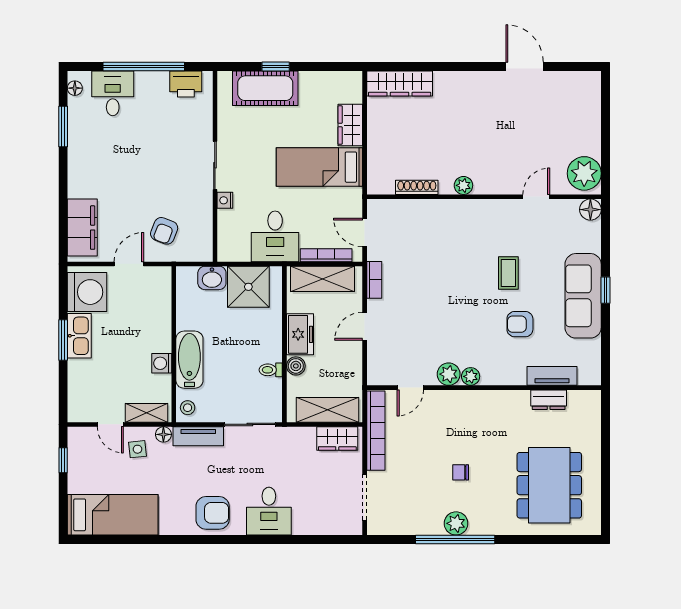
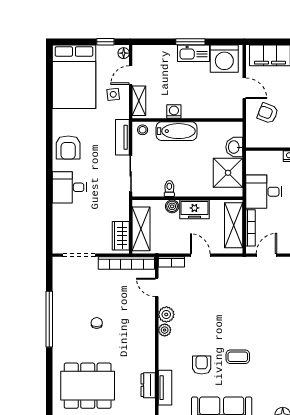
bookcase: (374, 280) -> (171, 262), moved
floor lamp: (163, 434) -> (124, 53), moved
bed: (113, 515) -> (74, 77), width x1.50
plant: (456, 523) -> (61, 320), removed

